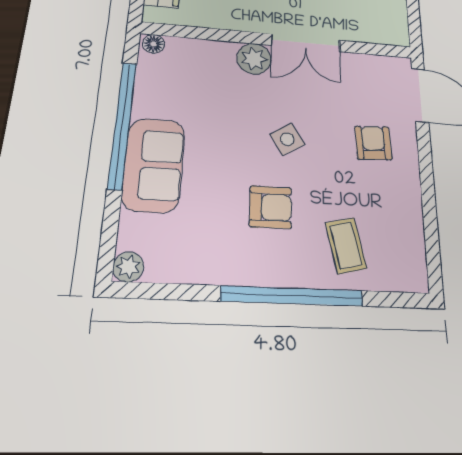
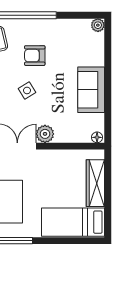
window: (122, 124) -> (108, 92), removed
sofa: (154, 165) -> (91, 90), moved

